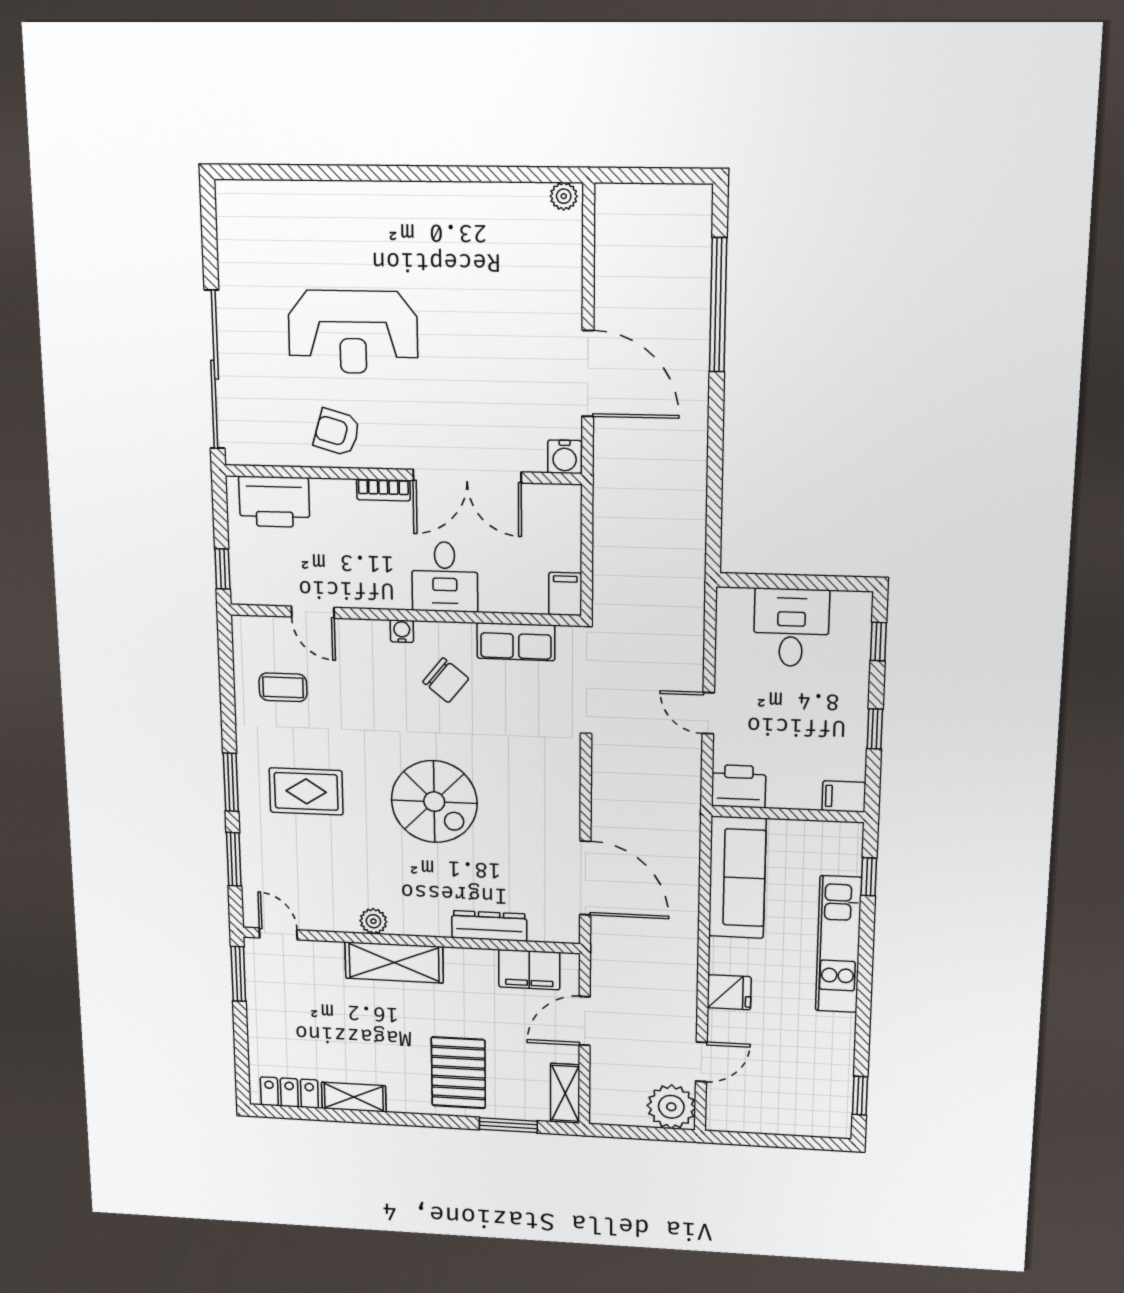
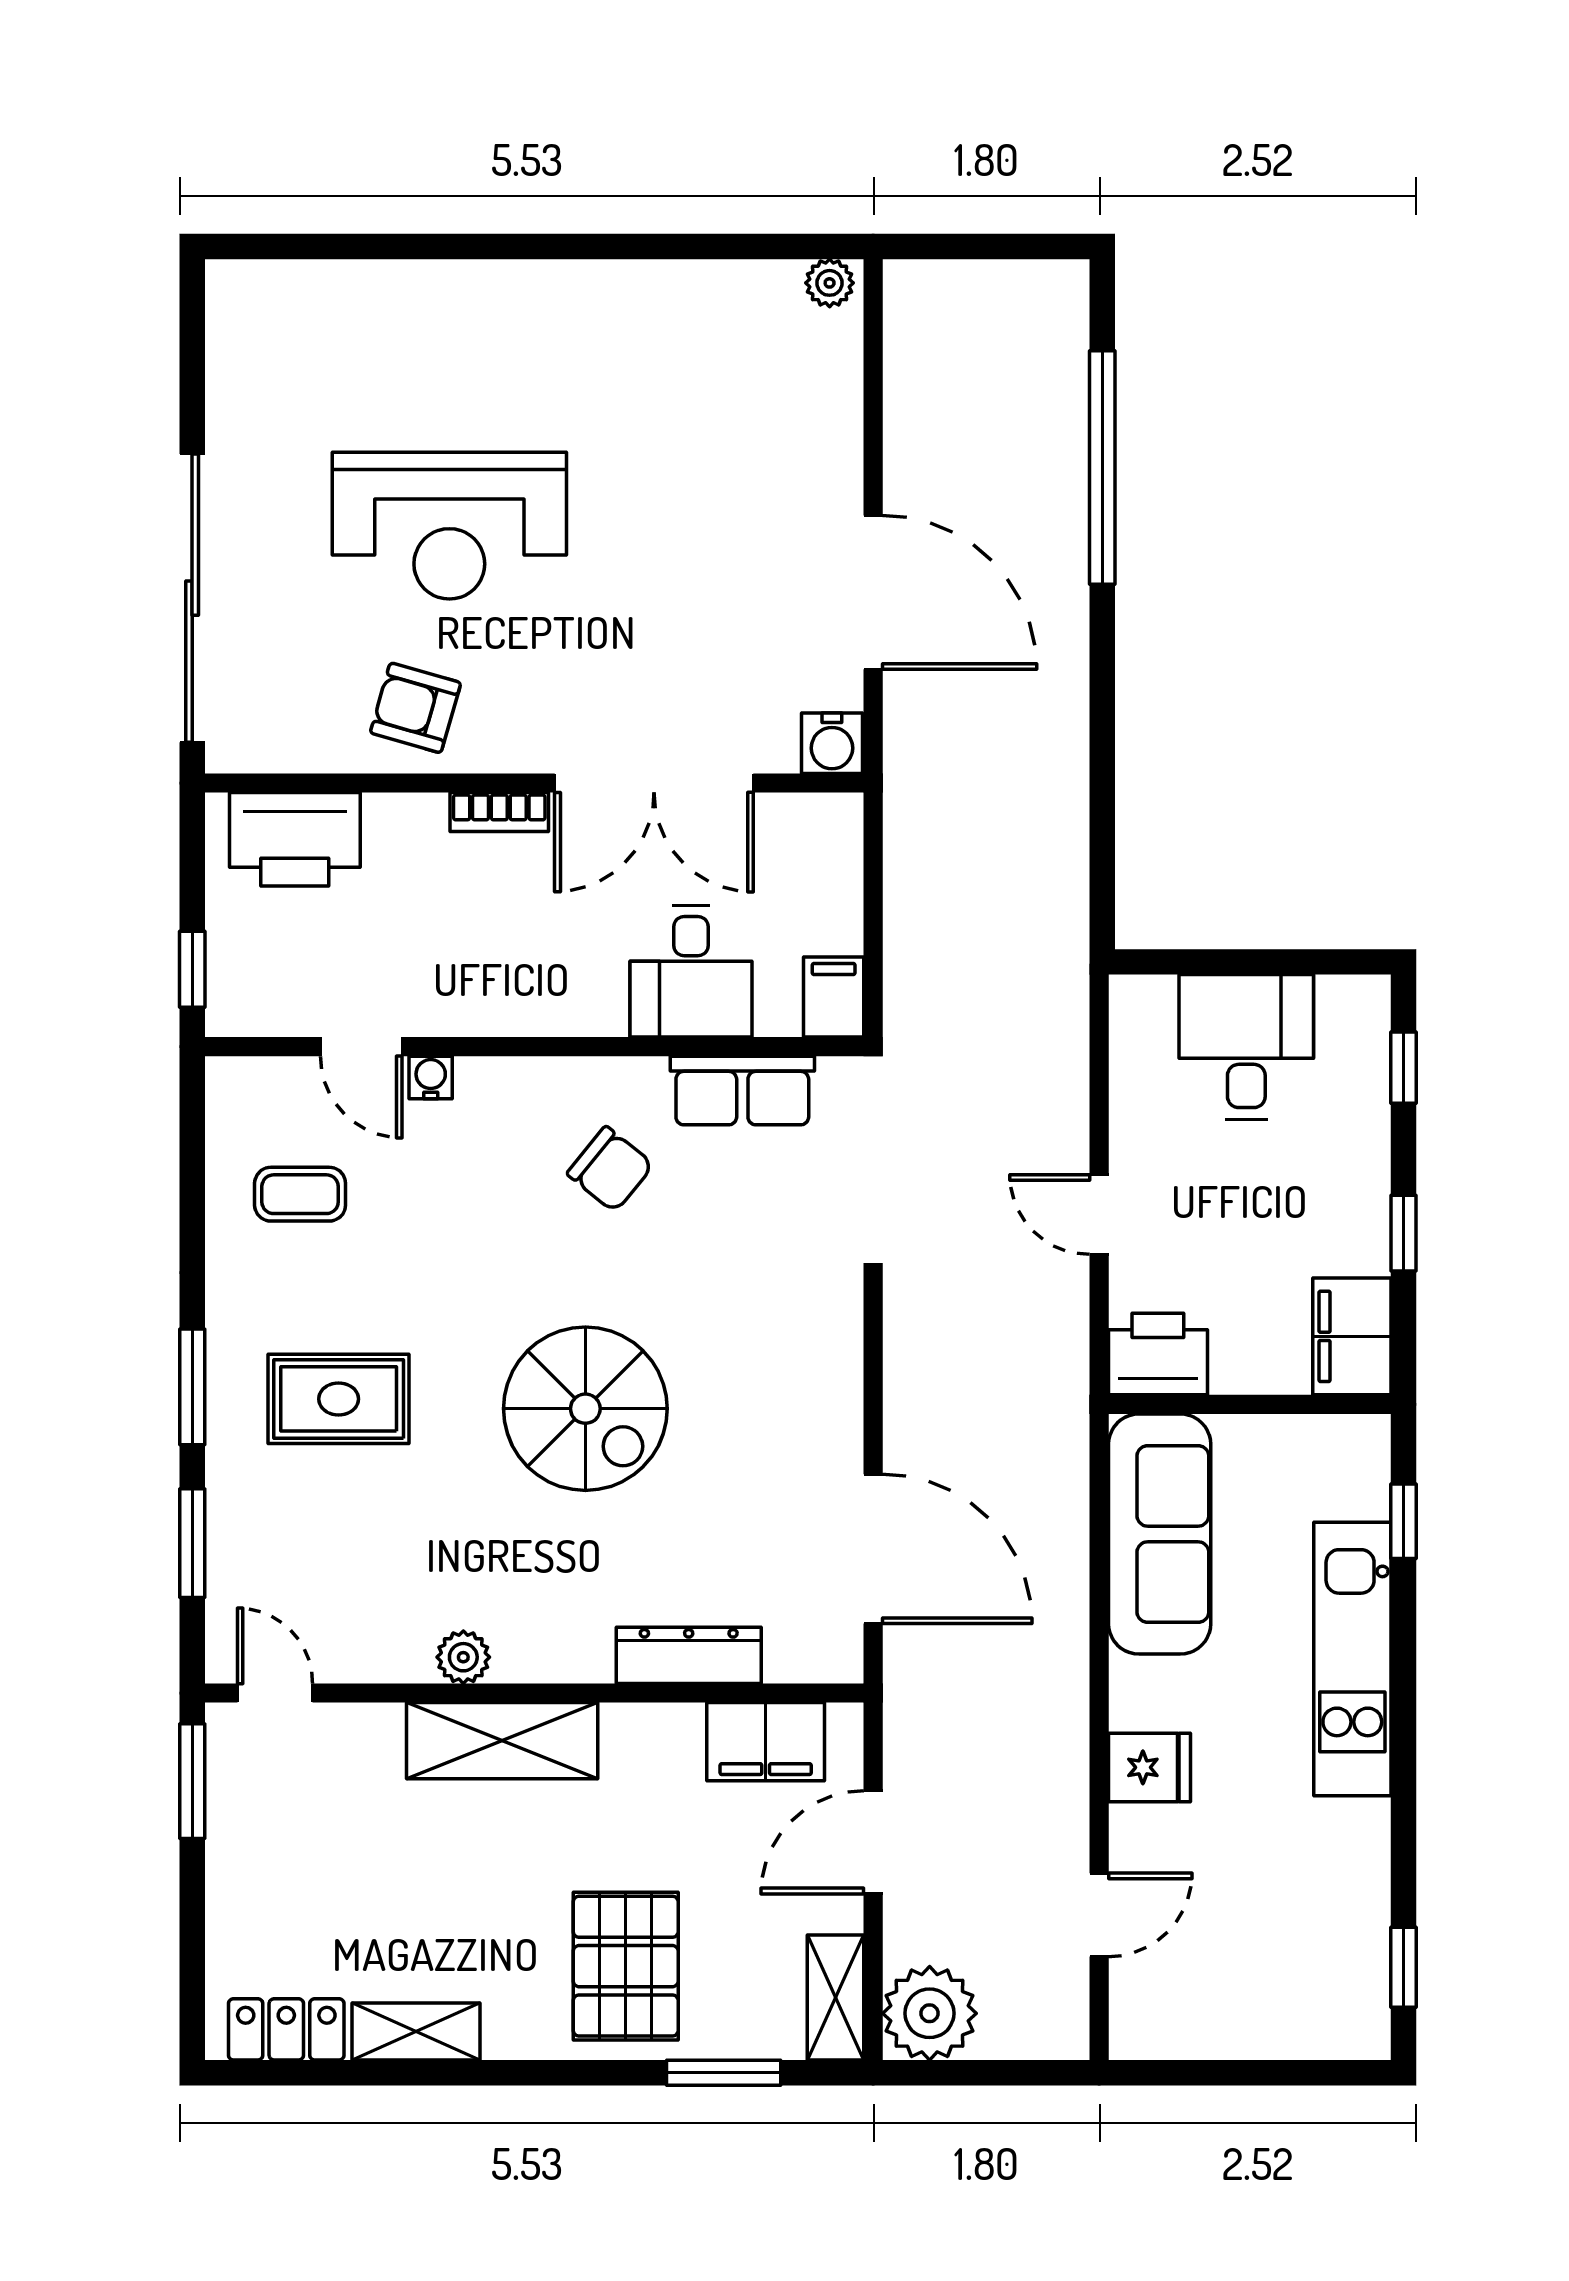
desk: (445, 577) -> (691, 972), moved
water cooler: (402, 631) -> (431, 1077), moved
filing cabinet: (844, 797) -> (1352, 1336), width x2.00
plant: (671, 1107) -> (930, 2013), moved

